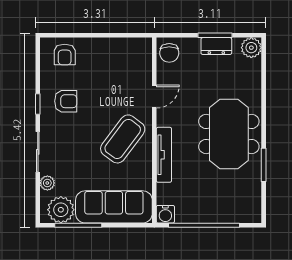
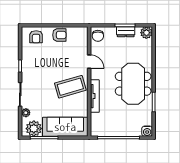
door: (154, 97) -> (89, 62), hinge flipped
armchair: (66, 101) -> (59, 35), moved
coffee table: (123, 139) -> (70, 87), turned 37
water cooler: (165, 214) -> (147, 131), moved

